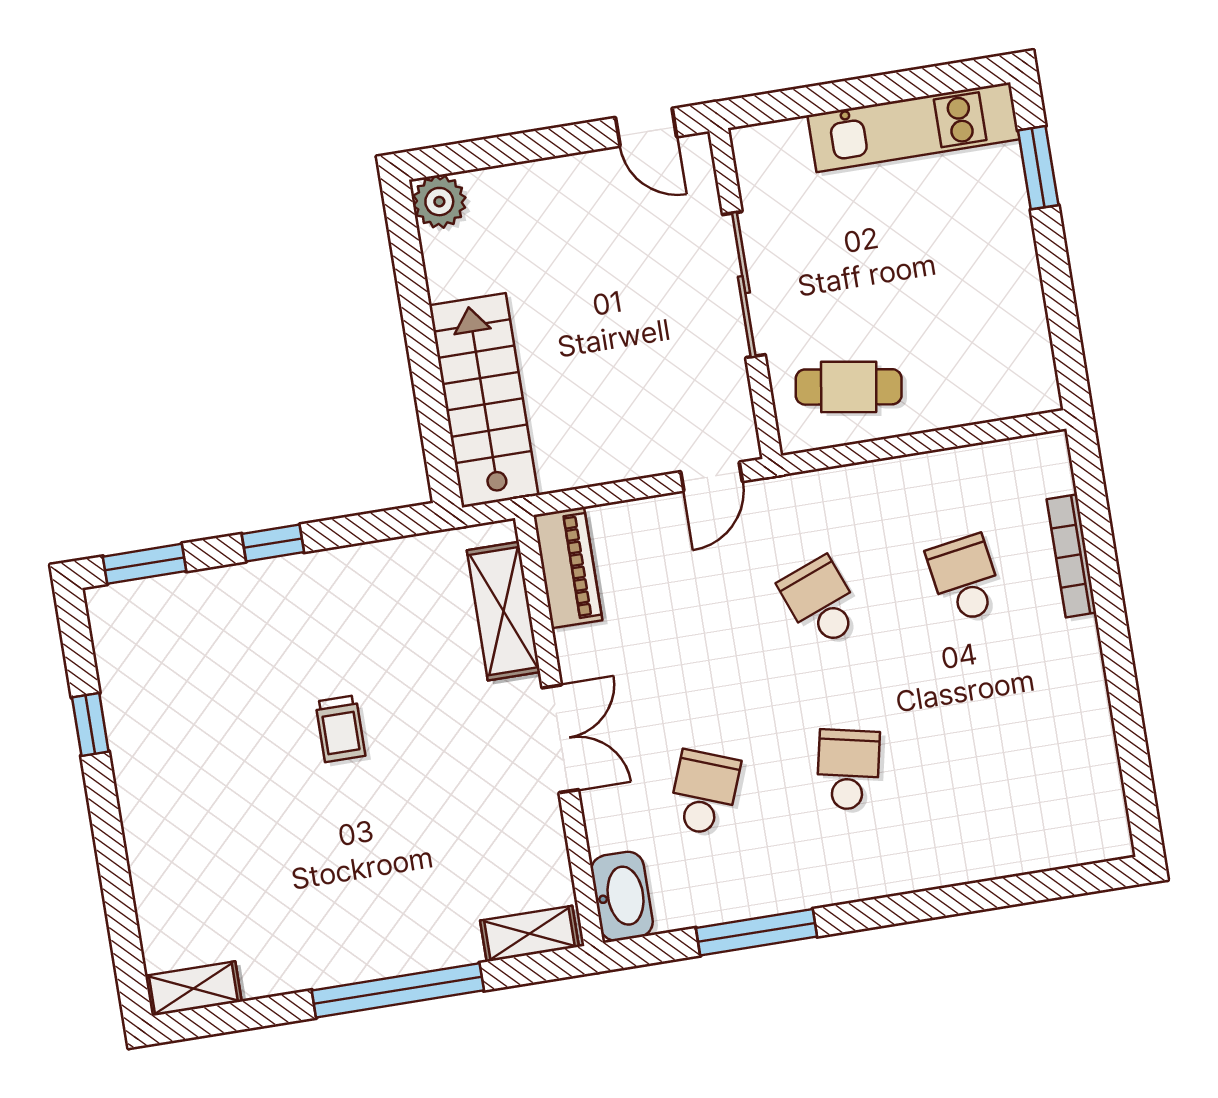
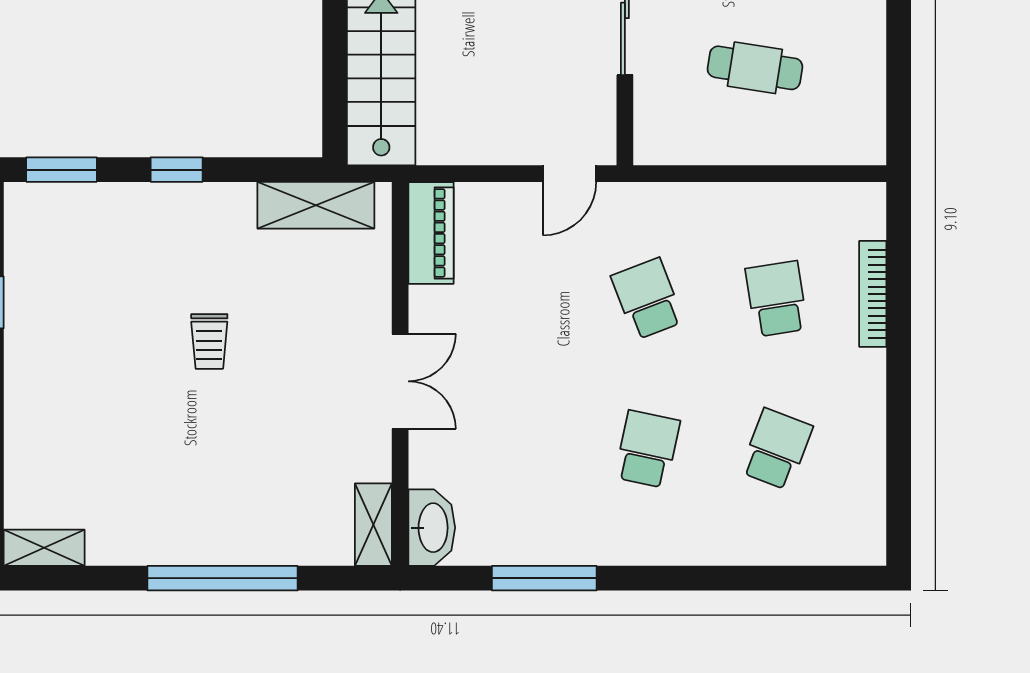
cafe table: (849, 387) -> (755, 68), moved
shelving: (503, 611) -> (316, 205), moved, turned 90
school desk: (704, 793) -> (776, 449), moved
shelving: (529, 934) -> (373, 525), moved, turned 90

